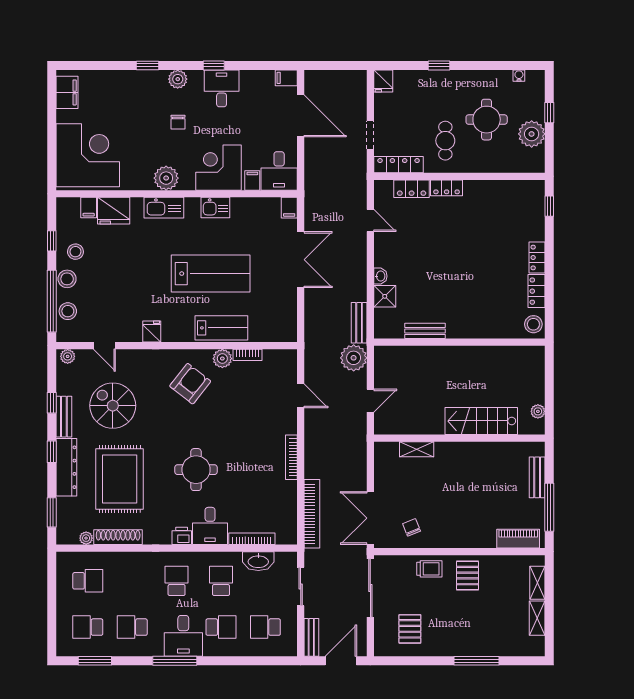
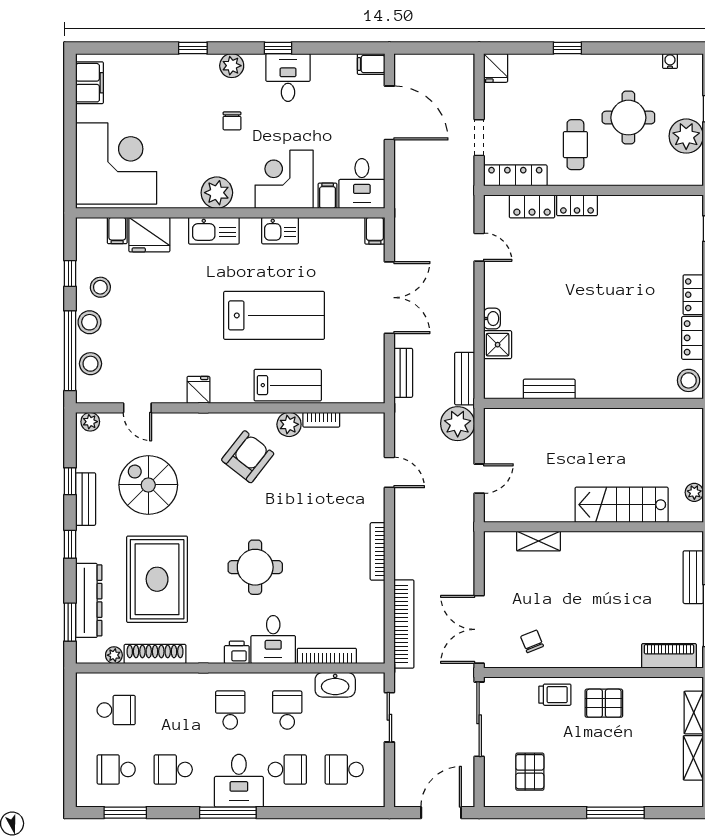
dresser: (66, 467) -> (89, 600), moved
pallet: (467, 576) -> (604, 703), turned 90
bench: (311, 637) -> (403, 373), moved

